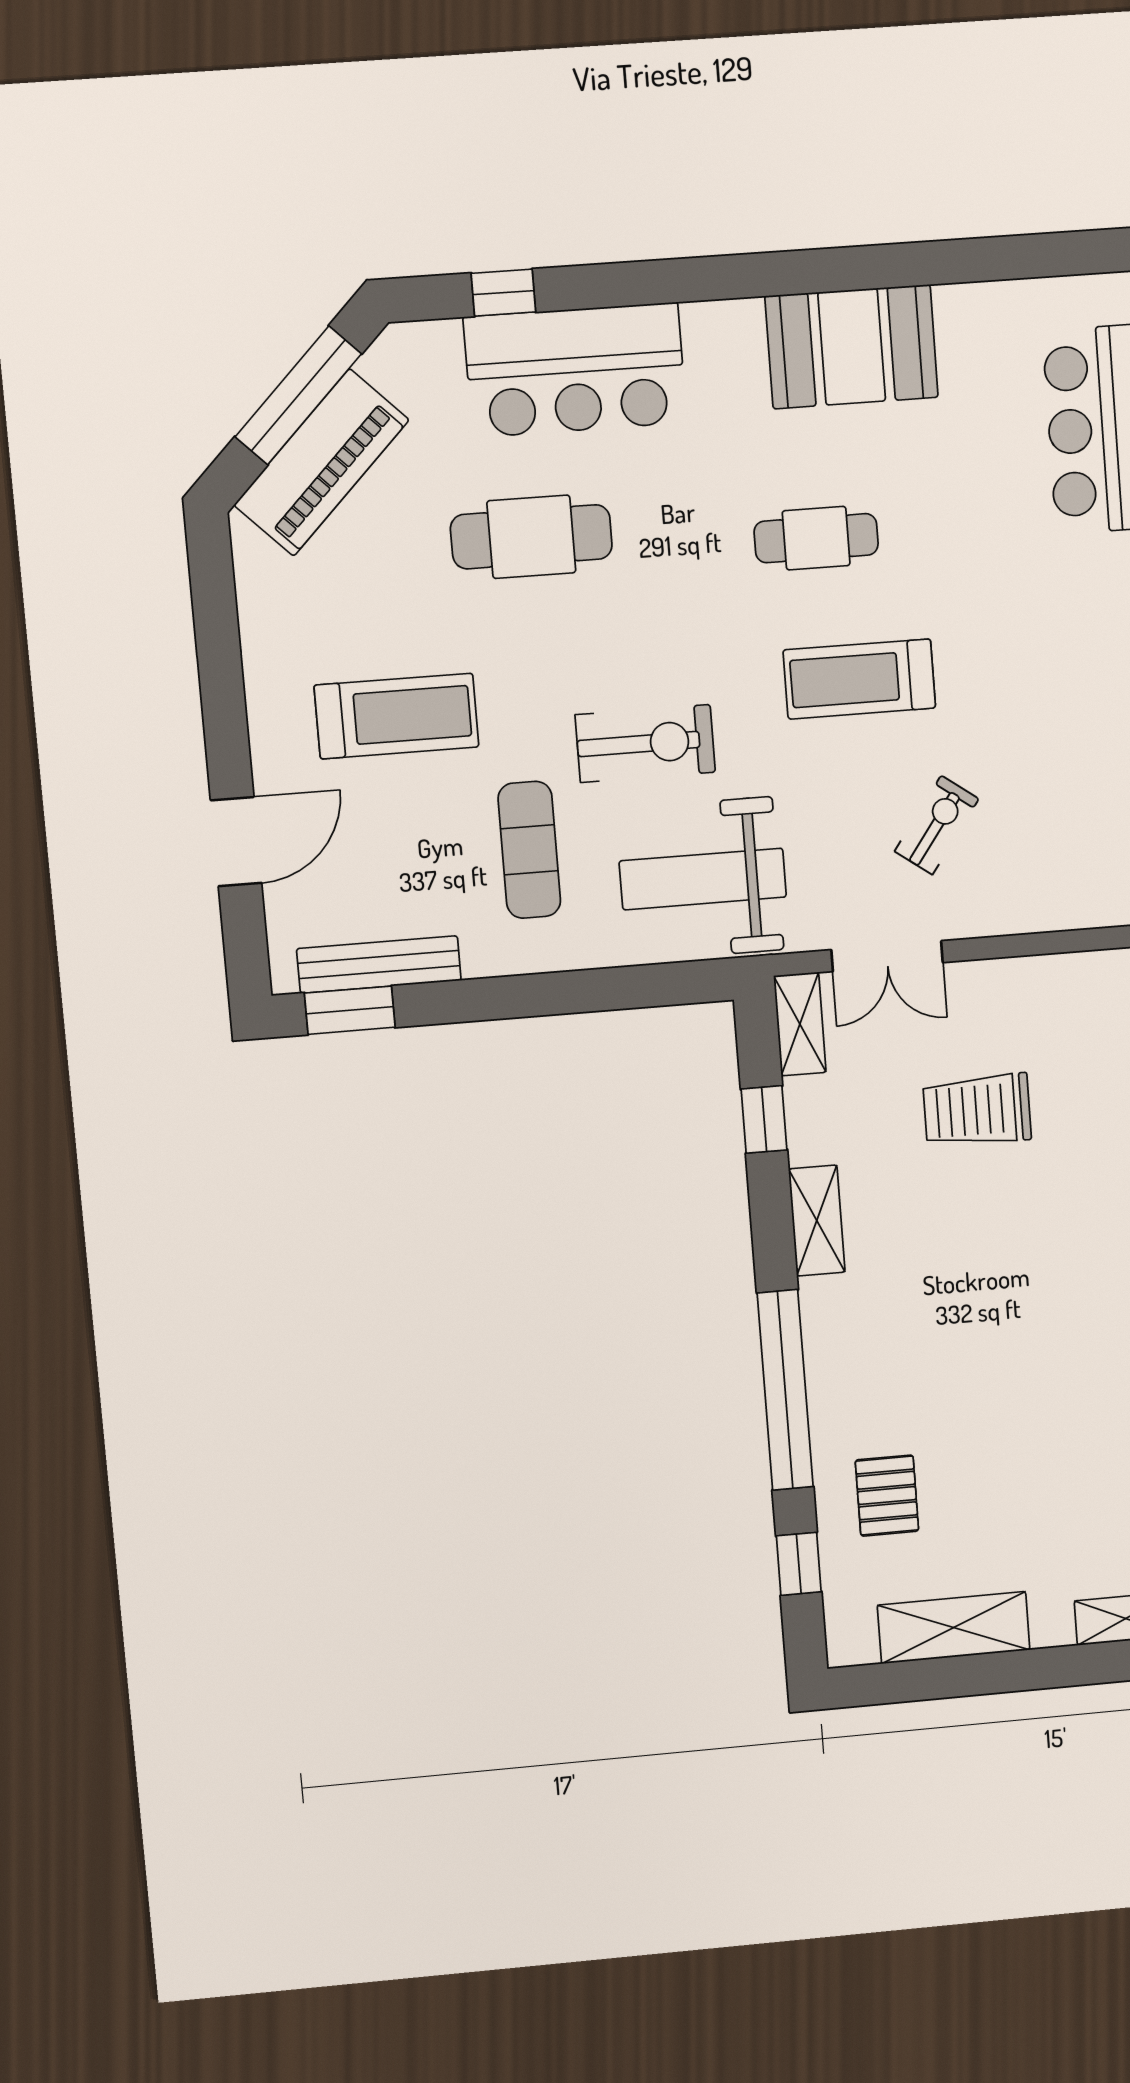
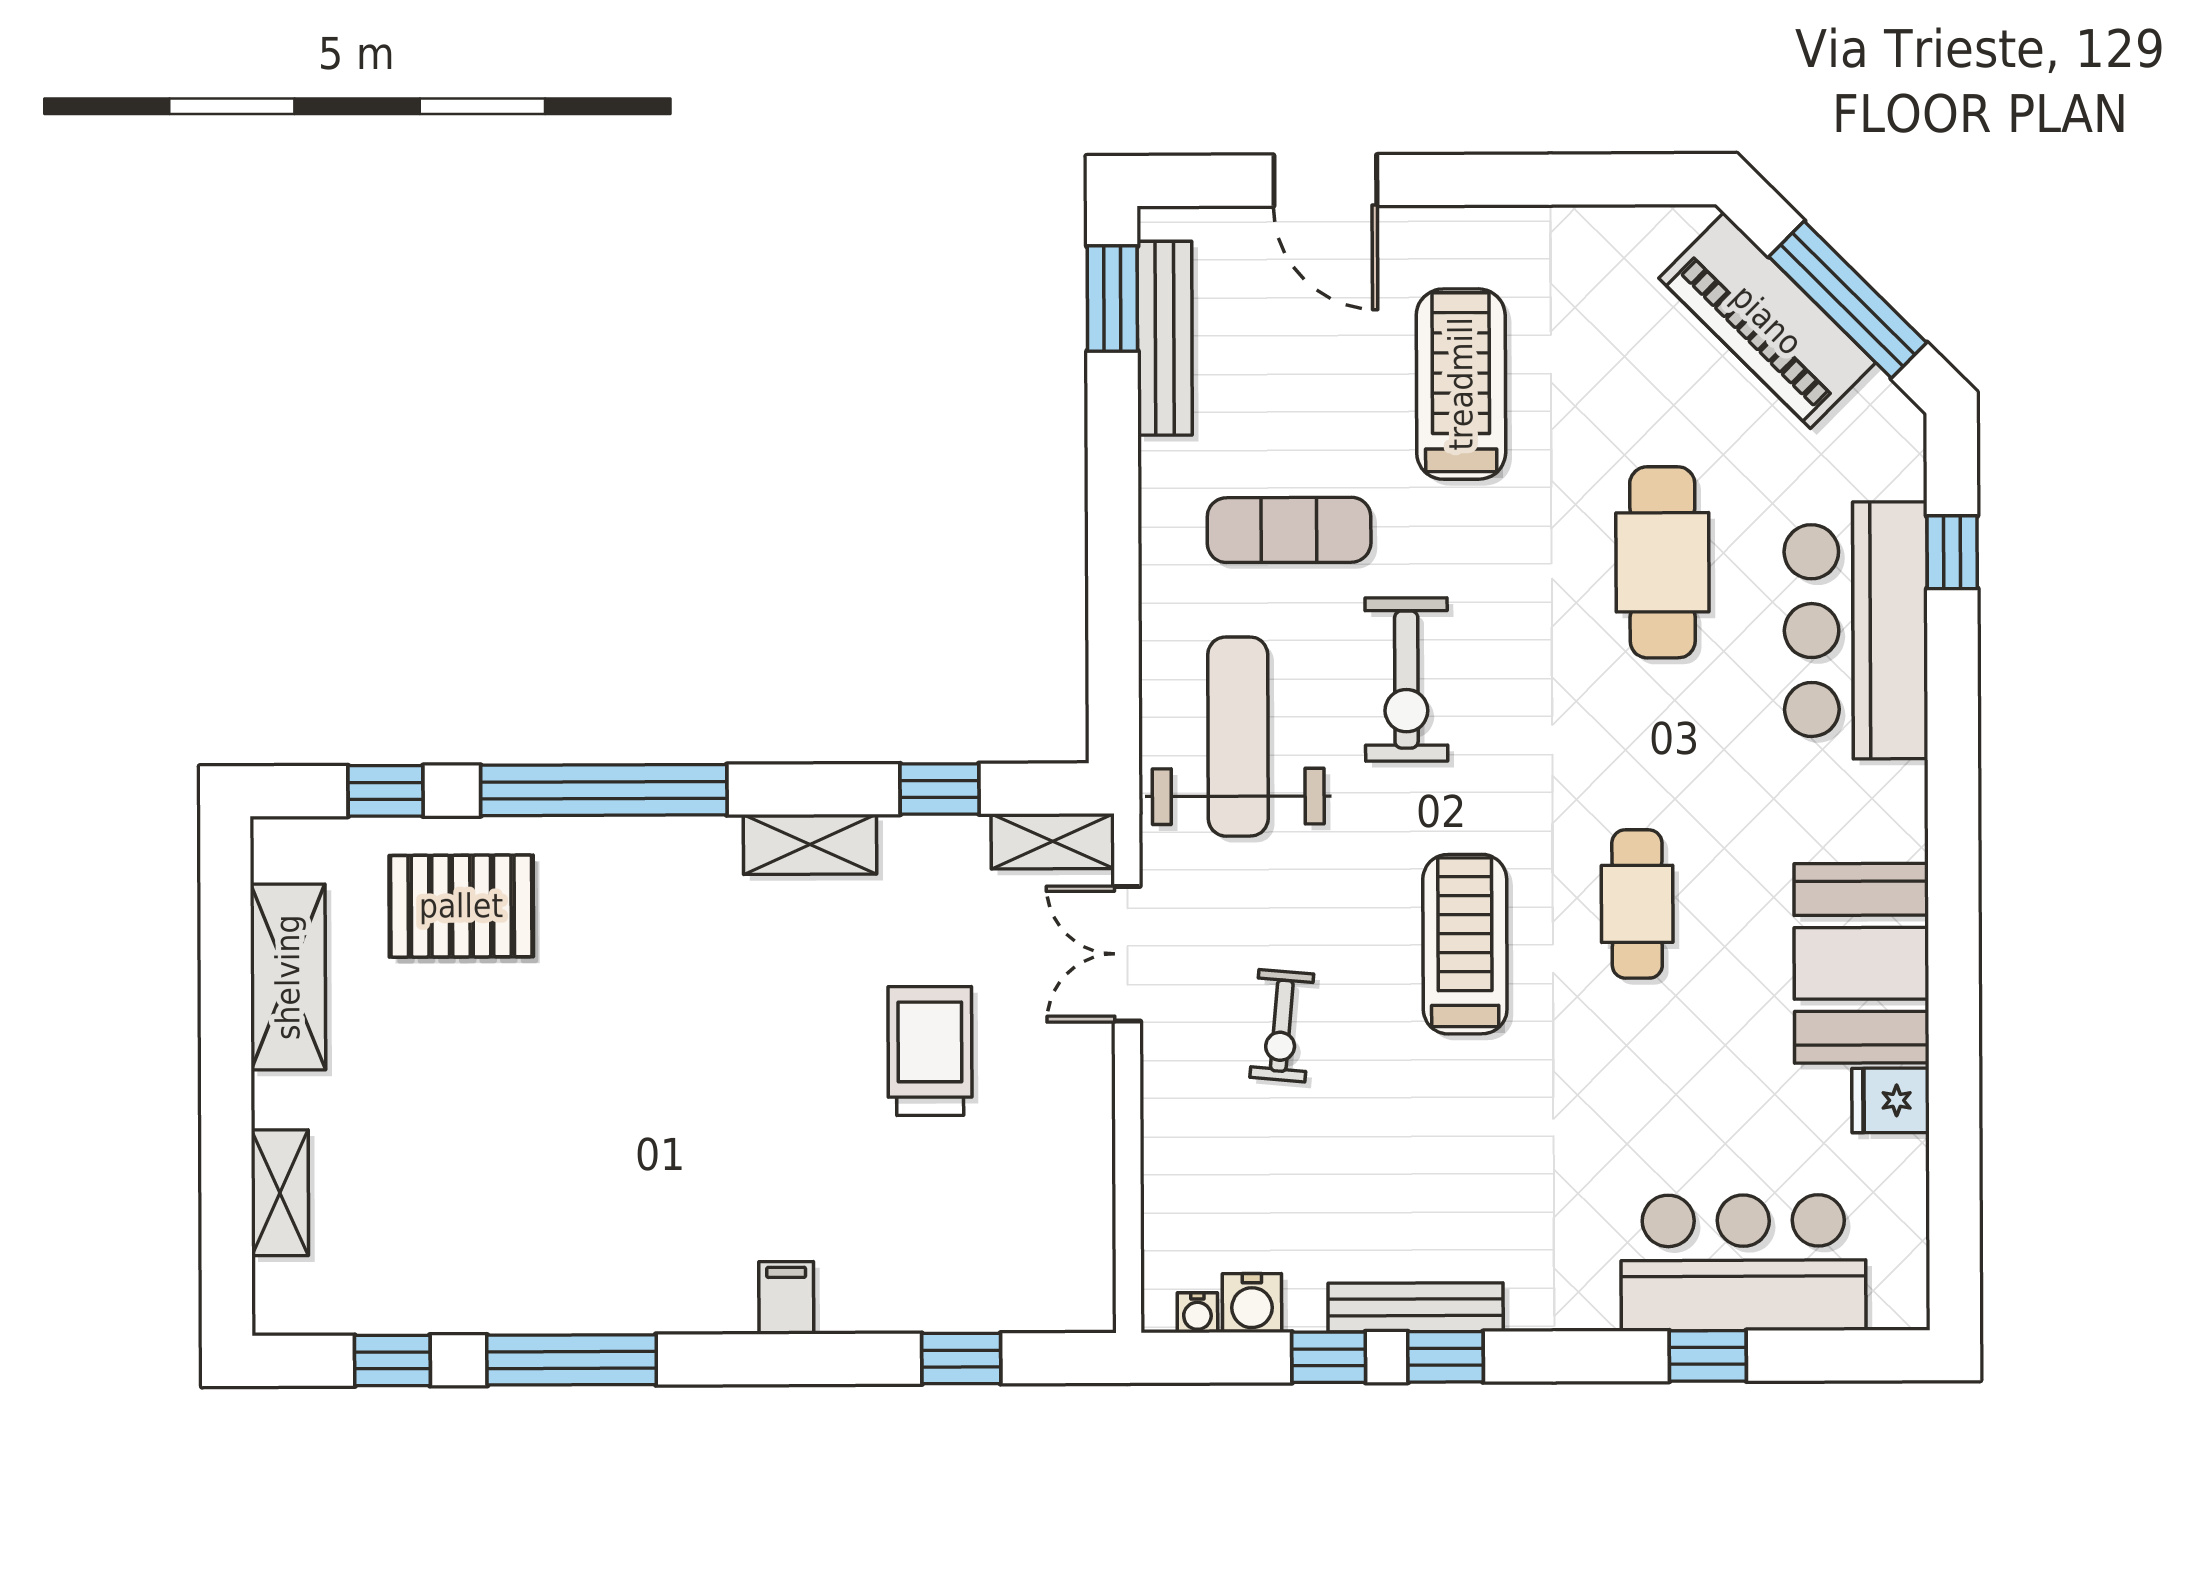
fridge: (963, 315) -> (1890, 1100), added
treadmill: (397, 716) -> (1461, 384), turned 180
exercise bike: (937, 825) -> (1282, 1026), turned 59
pallet: (887, 1496) -> (461, 906), width x1.50, depth x1.42

